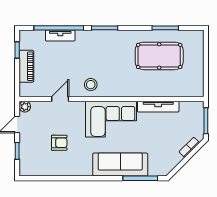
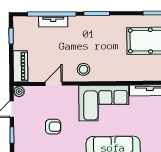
piano: (26, 66) -> (20, 66), moved

